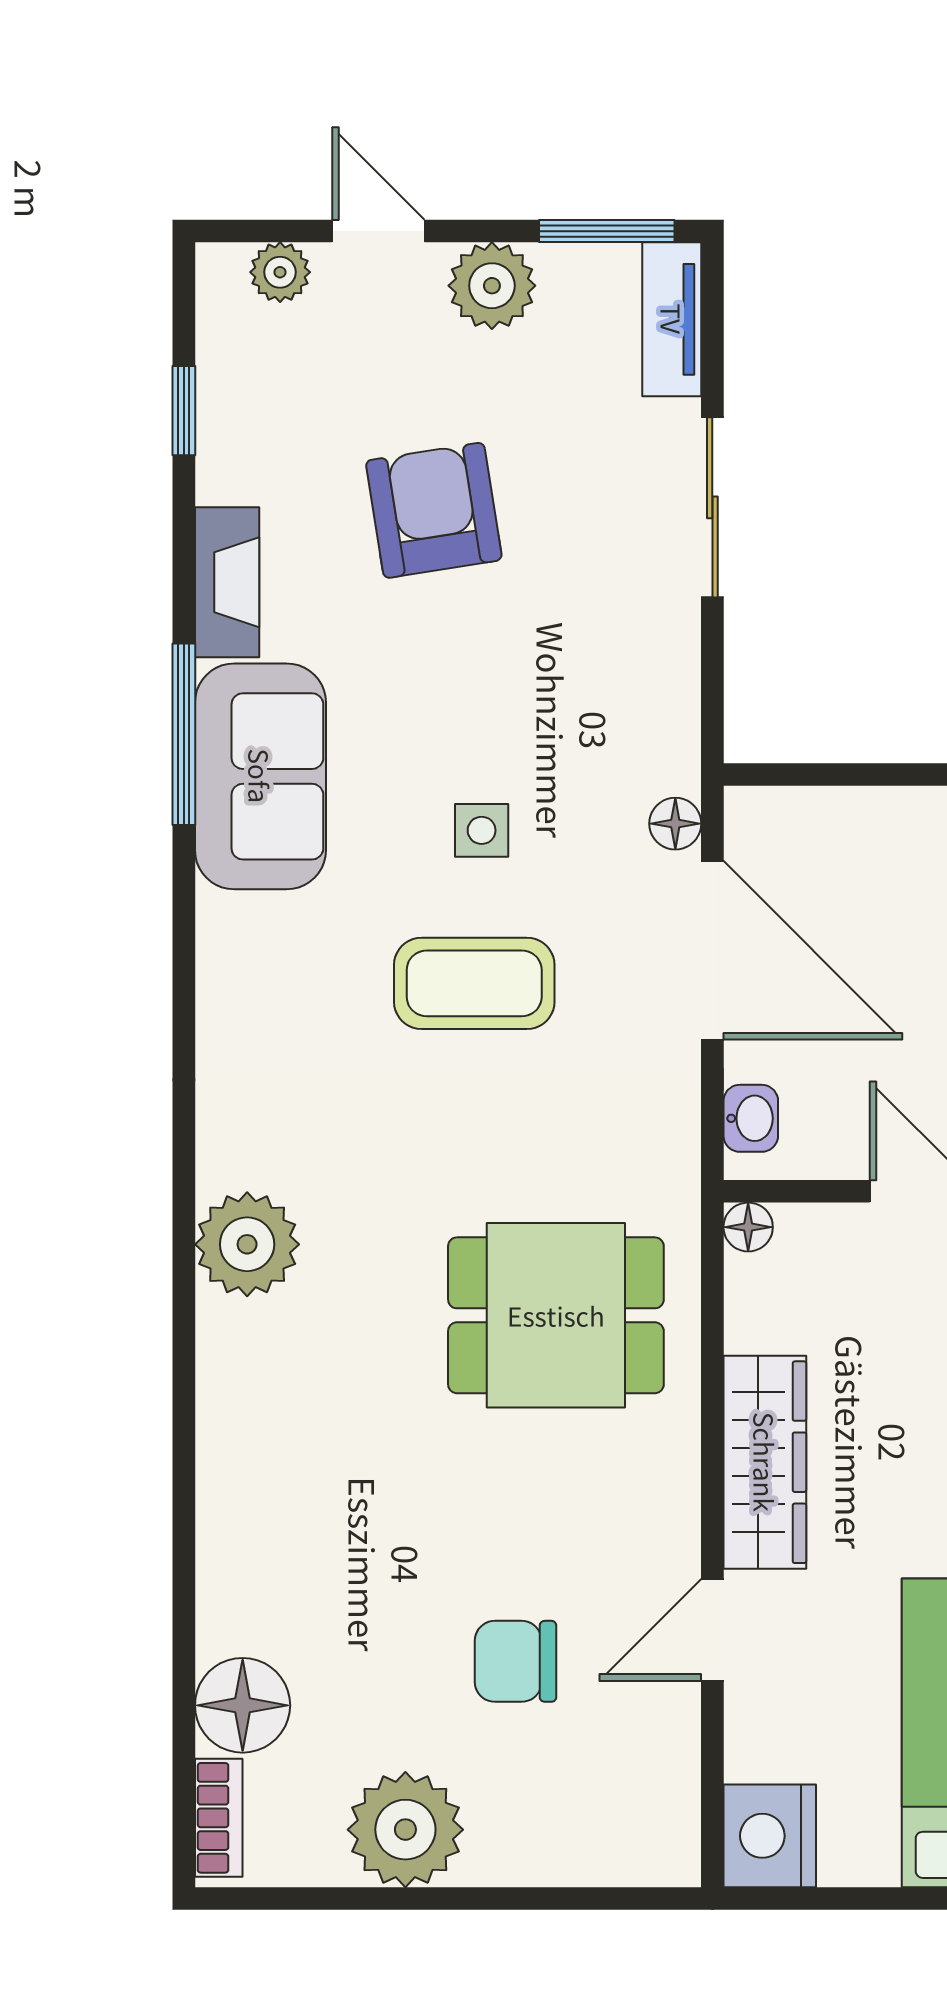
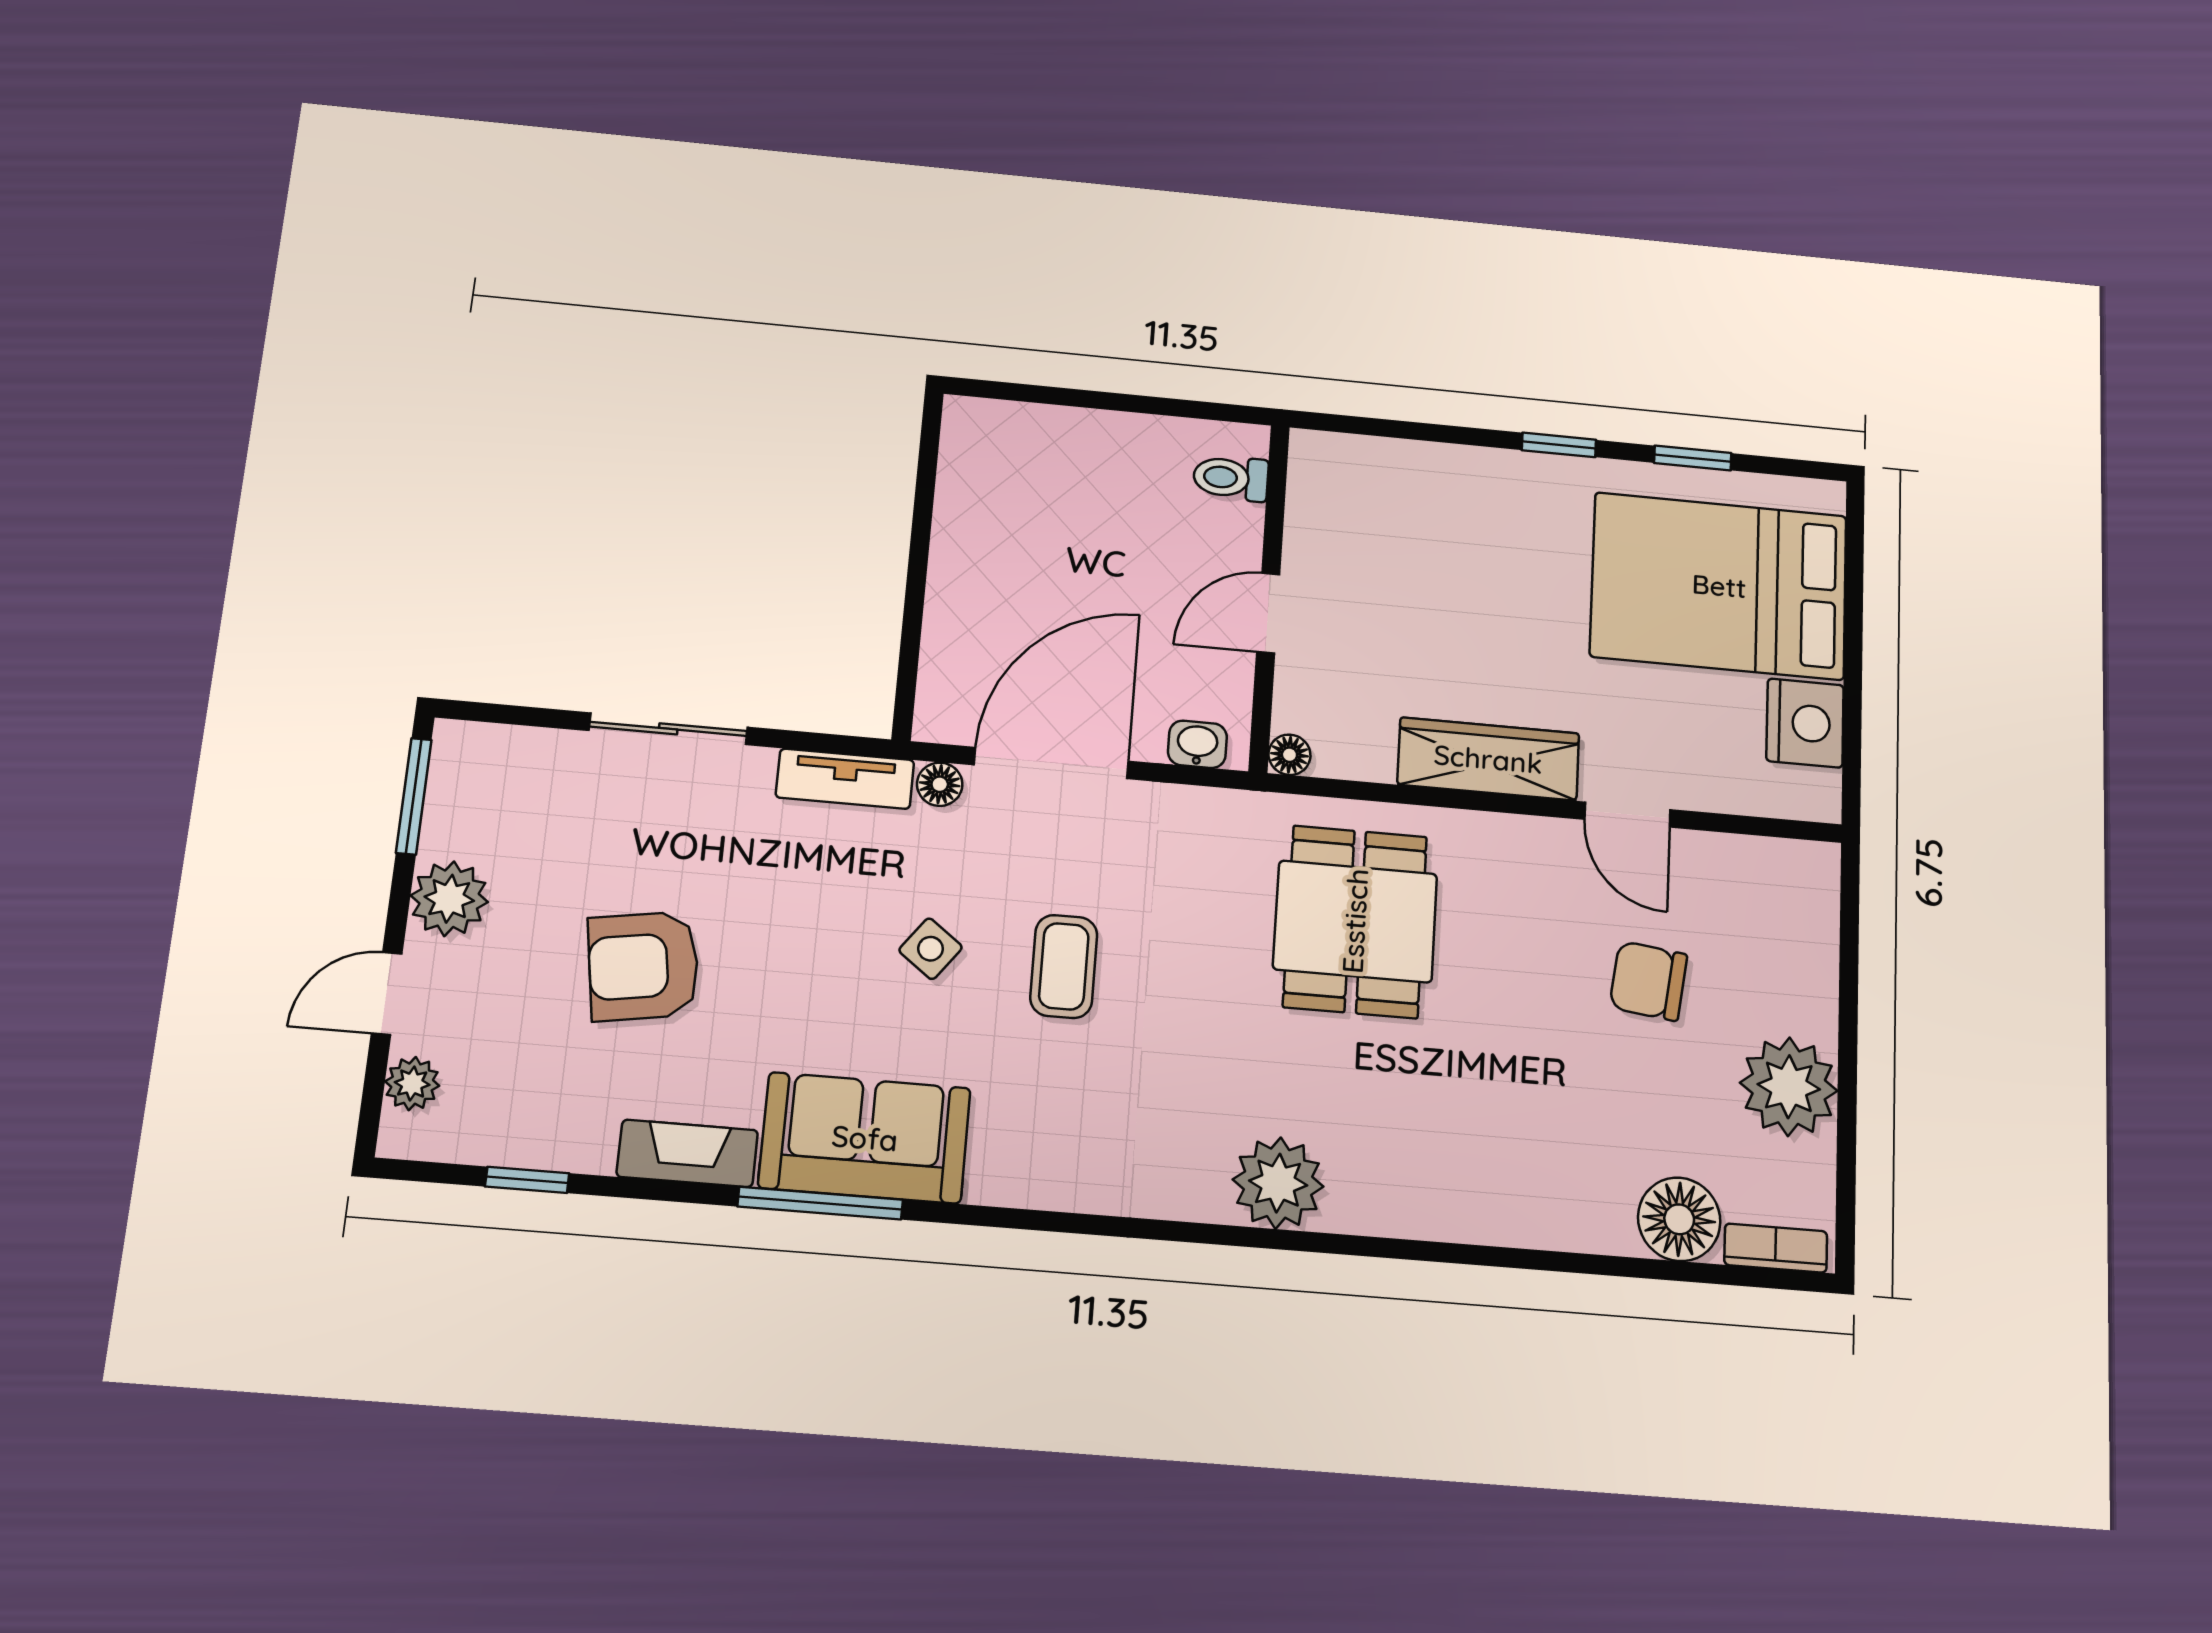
tv unit: (672, 319) -> (845, 779), moved
side table: (482, 830) -> (931, 949), turned 37
coffee table: (474, 983) -> (1064, 966), width x0.73, depth x0.77
chair: (516, 1661) -> (1648, 981), turned 97
nightstand: (770, 1836) -> (1805, 723), moved, turned -90

